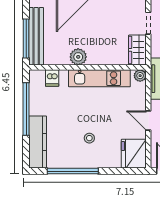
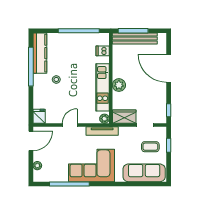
plant: (78, 57) -> (119, 85), moved
kitchen counter: (38, 142) -> (40, 53), moved, turned -90
fridge: (134, 154) -> (39, 116), width x0.53, depth x0.75

